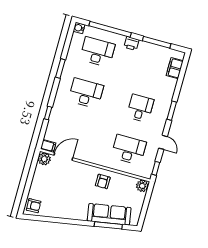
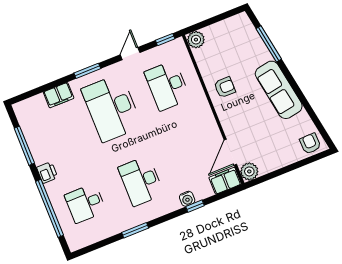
water cooler: (79, 28) -> (187, 199), moved
desk: (97, 52) -> (85, 203), width x0.73
filing cabinet: (175, 68) -> (59, 95), moved
desk: (140, 108) -> (112, 108), width x1.87, depth x1.30
filing cabinet: (48, 146) -> (225, 181), width x2.00
door: (63, 157) -> (230, 152), hinge flipped
sofa: (109, 214) -> (279, 90), moved

